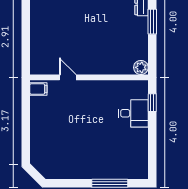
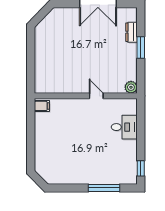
door: (68, 77) -> (96, 96), moved
window: (152, 103) -> (141, 168), moved

